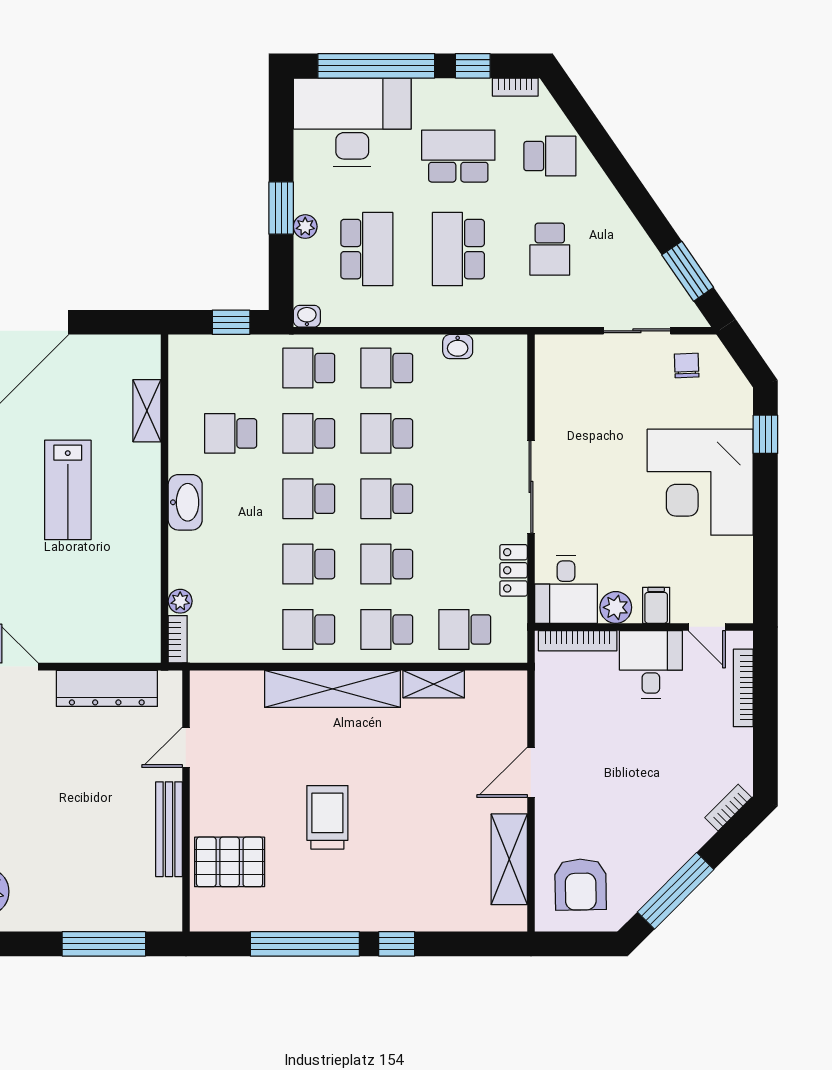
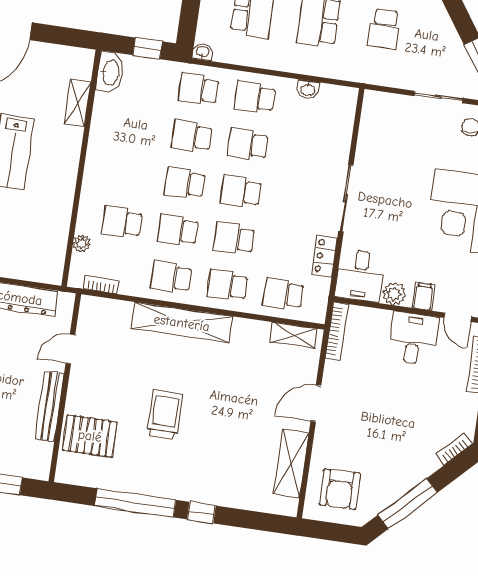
school desk: (231, 433) -> (122, 222), moved
washbasin: (185, 502) -> (110, 72), moved
bookcase: (178, 639) -> (101, 285), moved, turned -90
bookcase: (578, 641) -> (337, 331), moved, turned -90
shelving: (434, 684) -> (293, 335), moved

